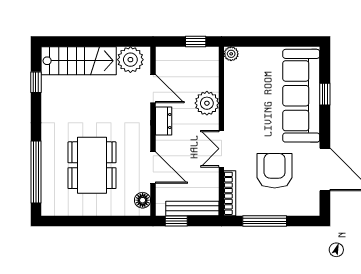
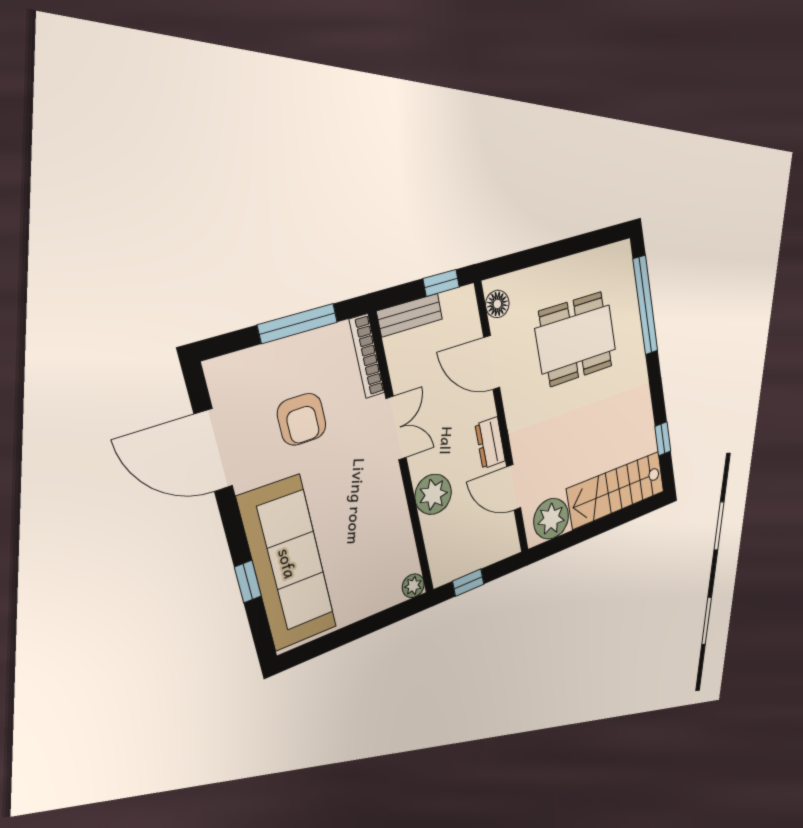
dining table: (92, 165) -> (576, 339), turned 90
armchair: (275, 171) -> (302, 419), width x0.73, depth x0.73
bench: (192, 208) -> (410, 315), width x0.73

